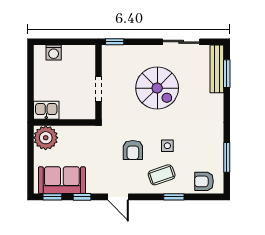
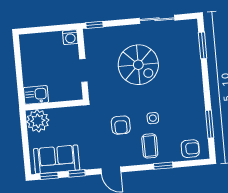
washing machine: (54, 53) -> (70, 37), moved
bench: (217, 69) -> (193, 42), removed
coffee table: (162, 175) -> (150, 146), turned -71
armchair: (204, 181) -> (190, 149), turned 180

